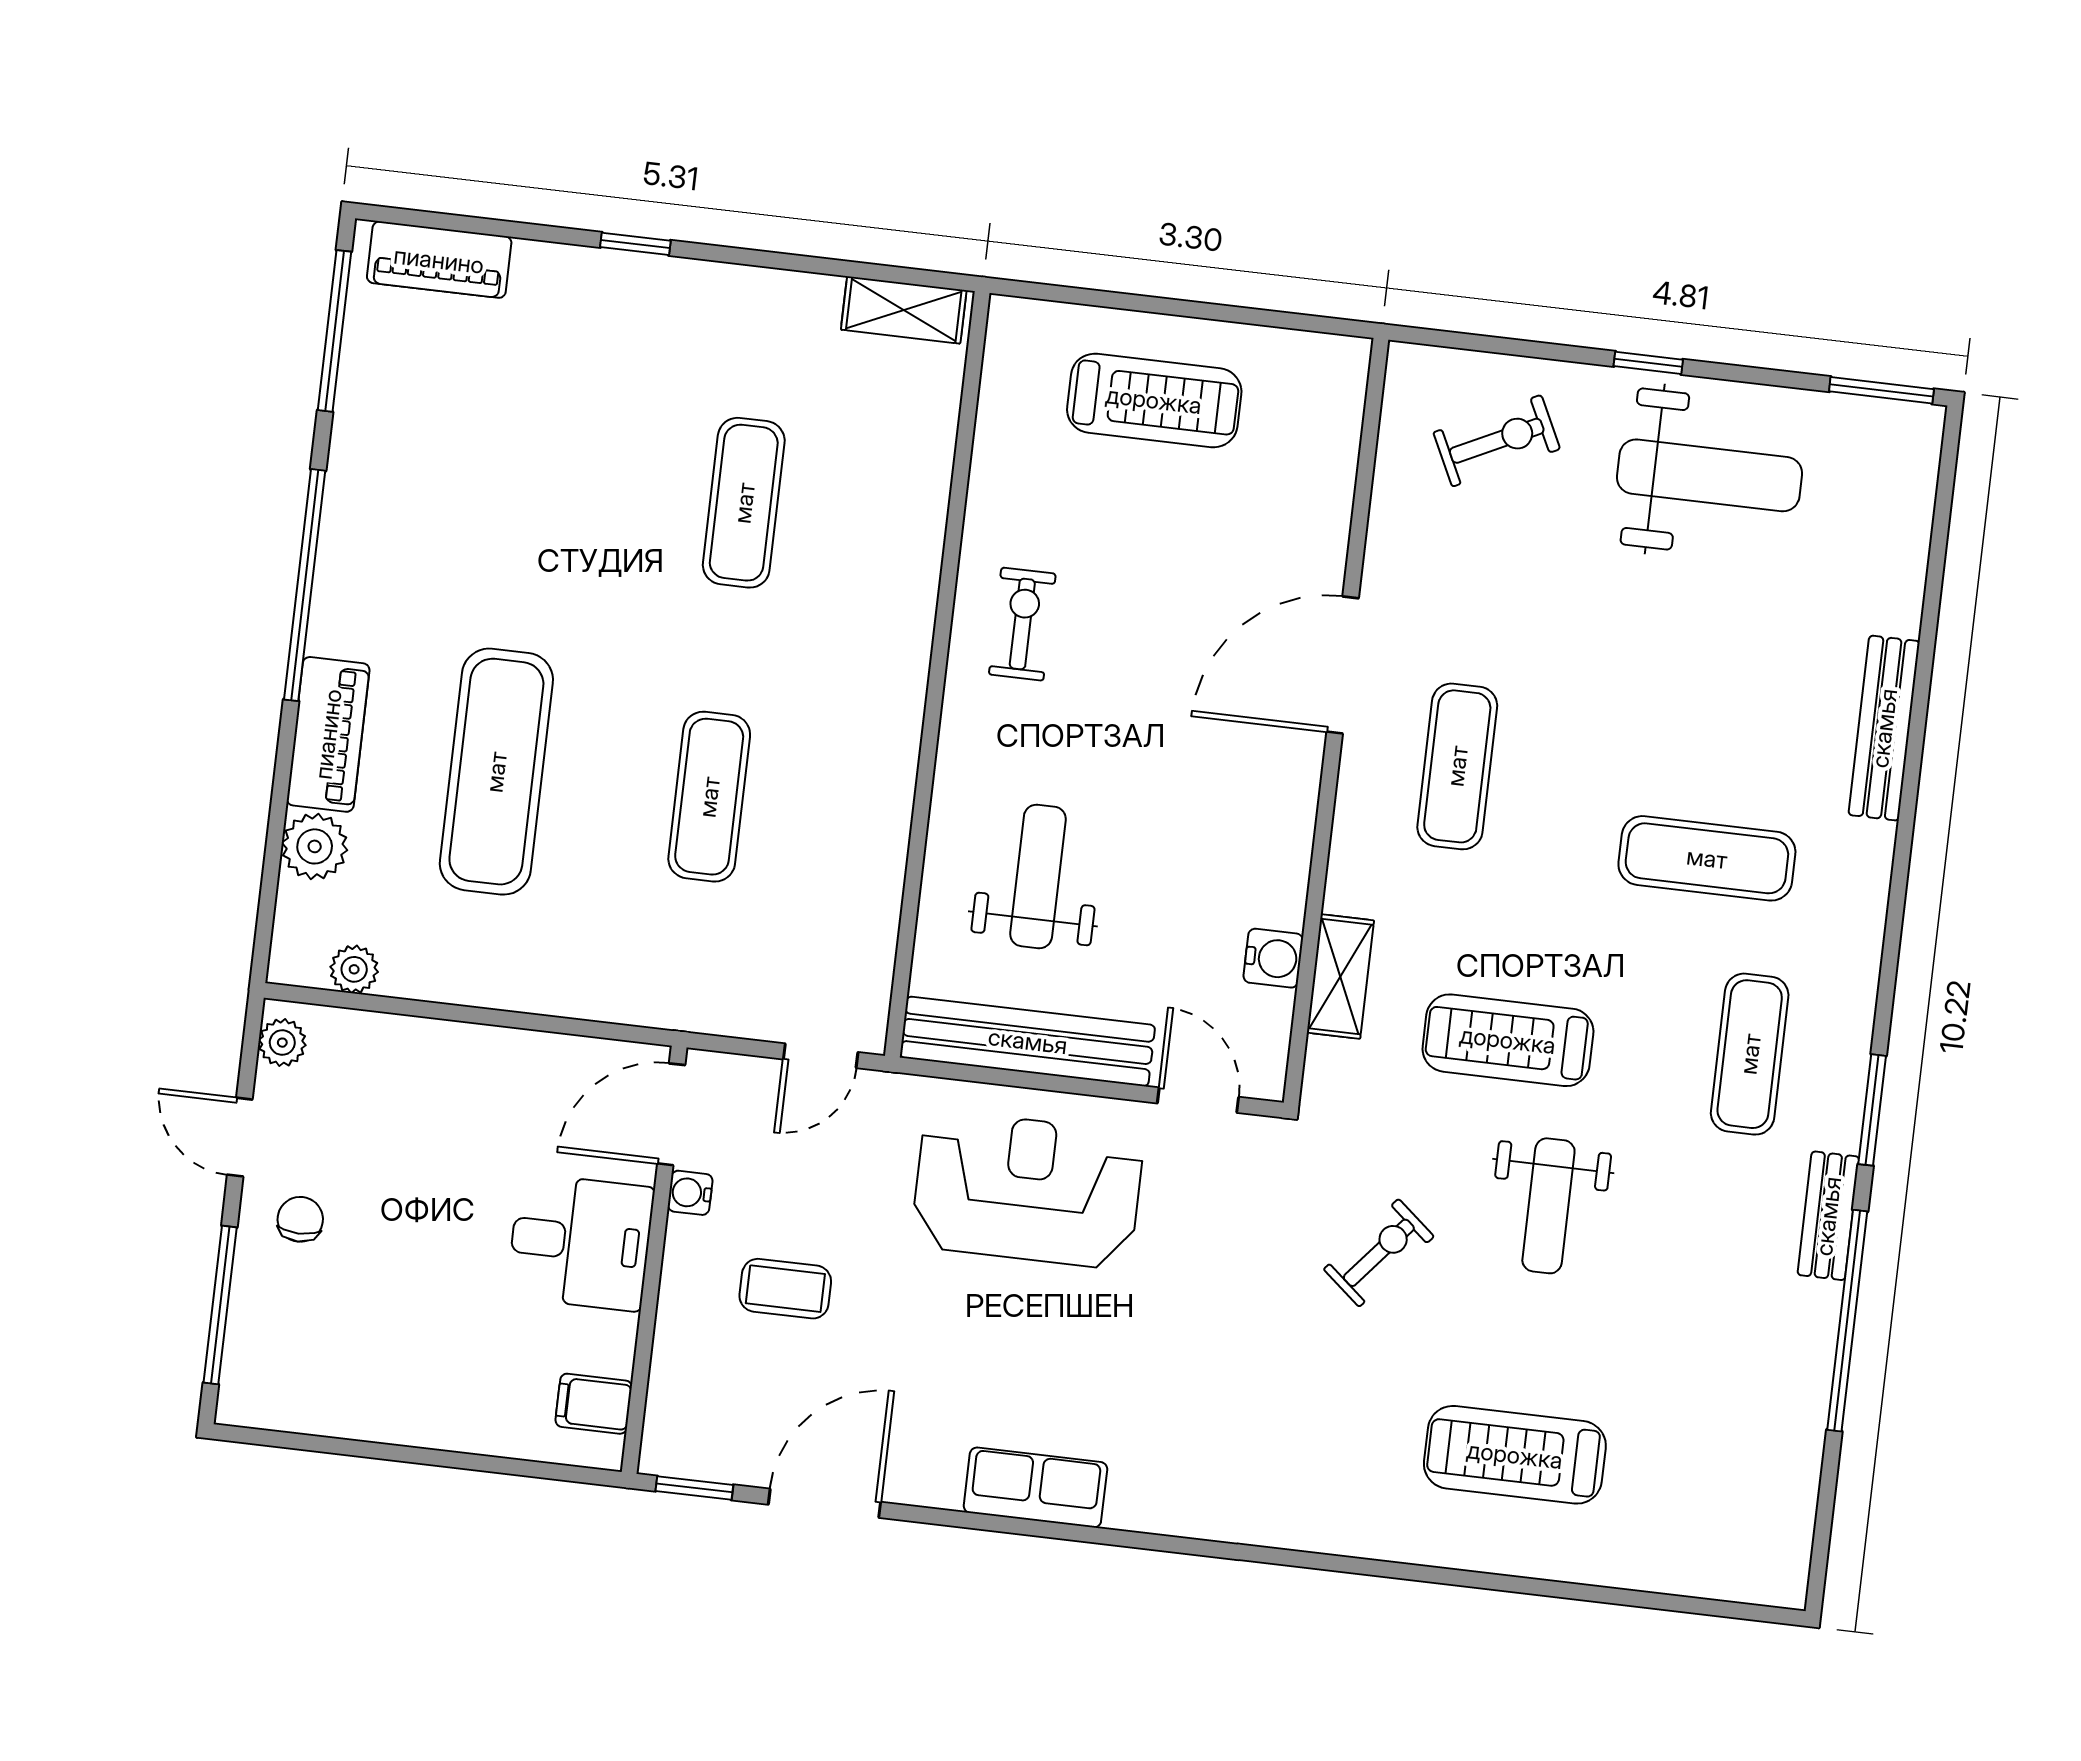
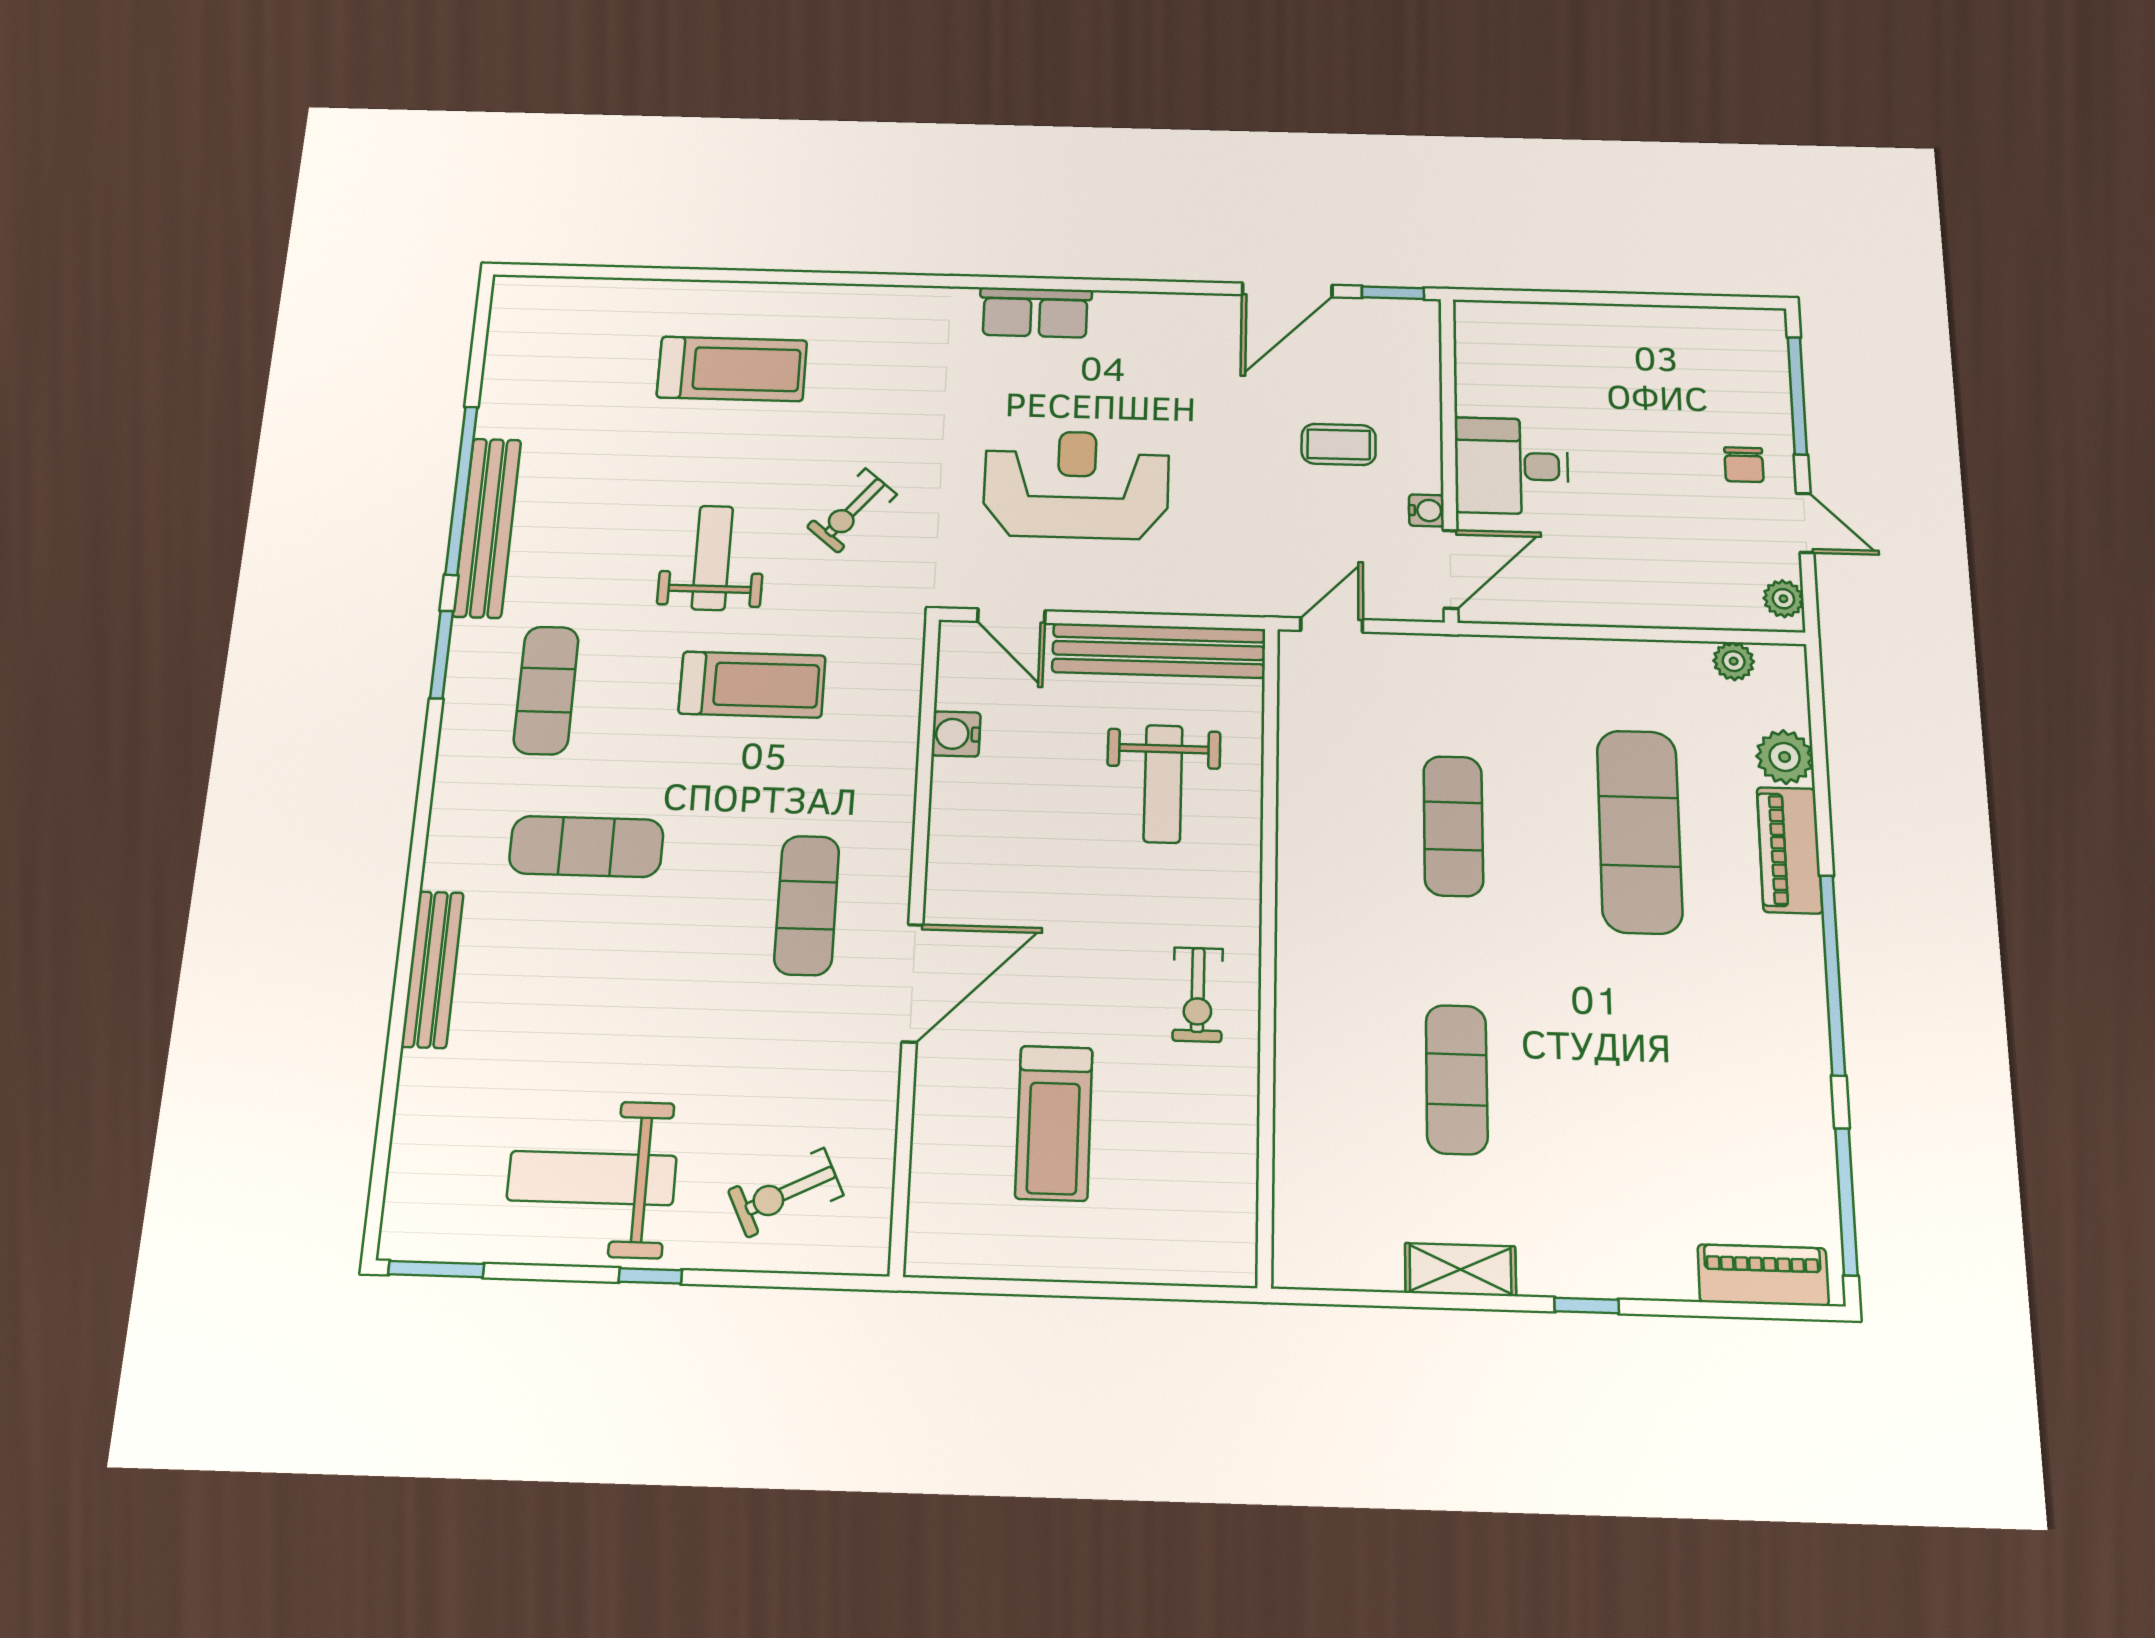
shelving: (904, 310) -> (1460, 1270), moved
treadmill: (1154, 400) -> (1054, 1123), moved, turned -90
shelving: (1340, 977) -> (898, 724), removed
reception desk: (1027, 1190) -> (1076, 485), moved, turned 180
bench: (1828, 1216) -> (487, 528), width x1.86, depth x1.21
filing cabinet: (594, 1404) -> (1483, 347), removed
row of seats: (1035, 1487) -> (1035, 312), moved

